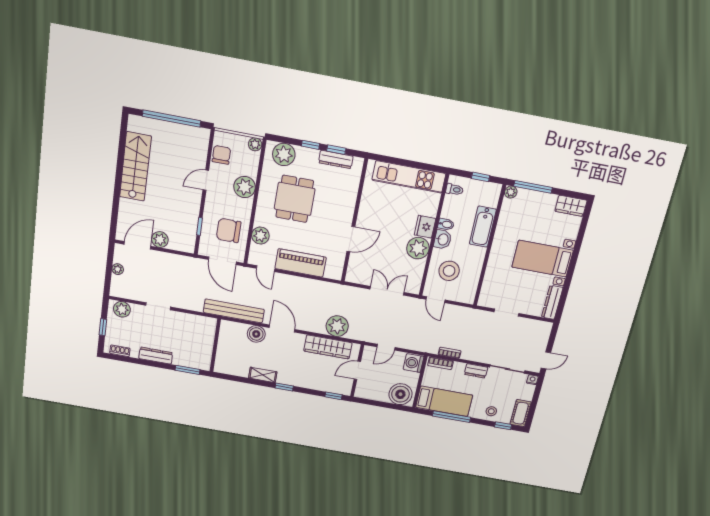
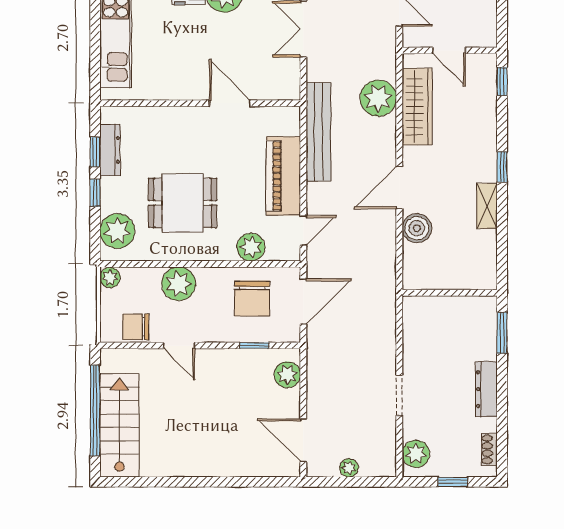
stairs: (135, 167) -> (119, 425), moved, turned 90
plant: (160, 240) -> (287, 375), moved
bench: (234, 311) -> (318, 132), moved

